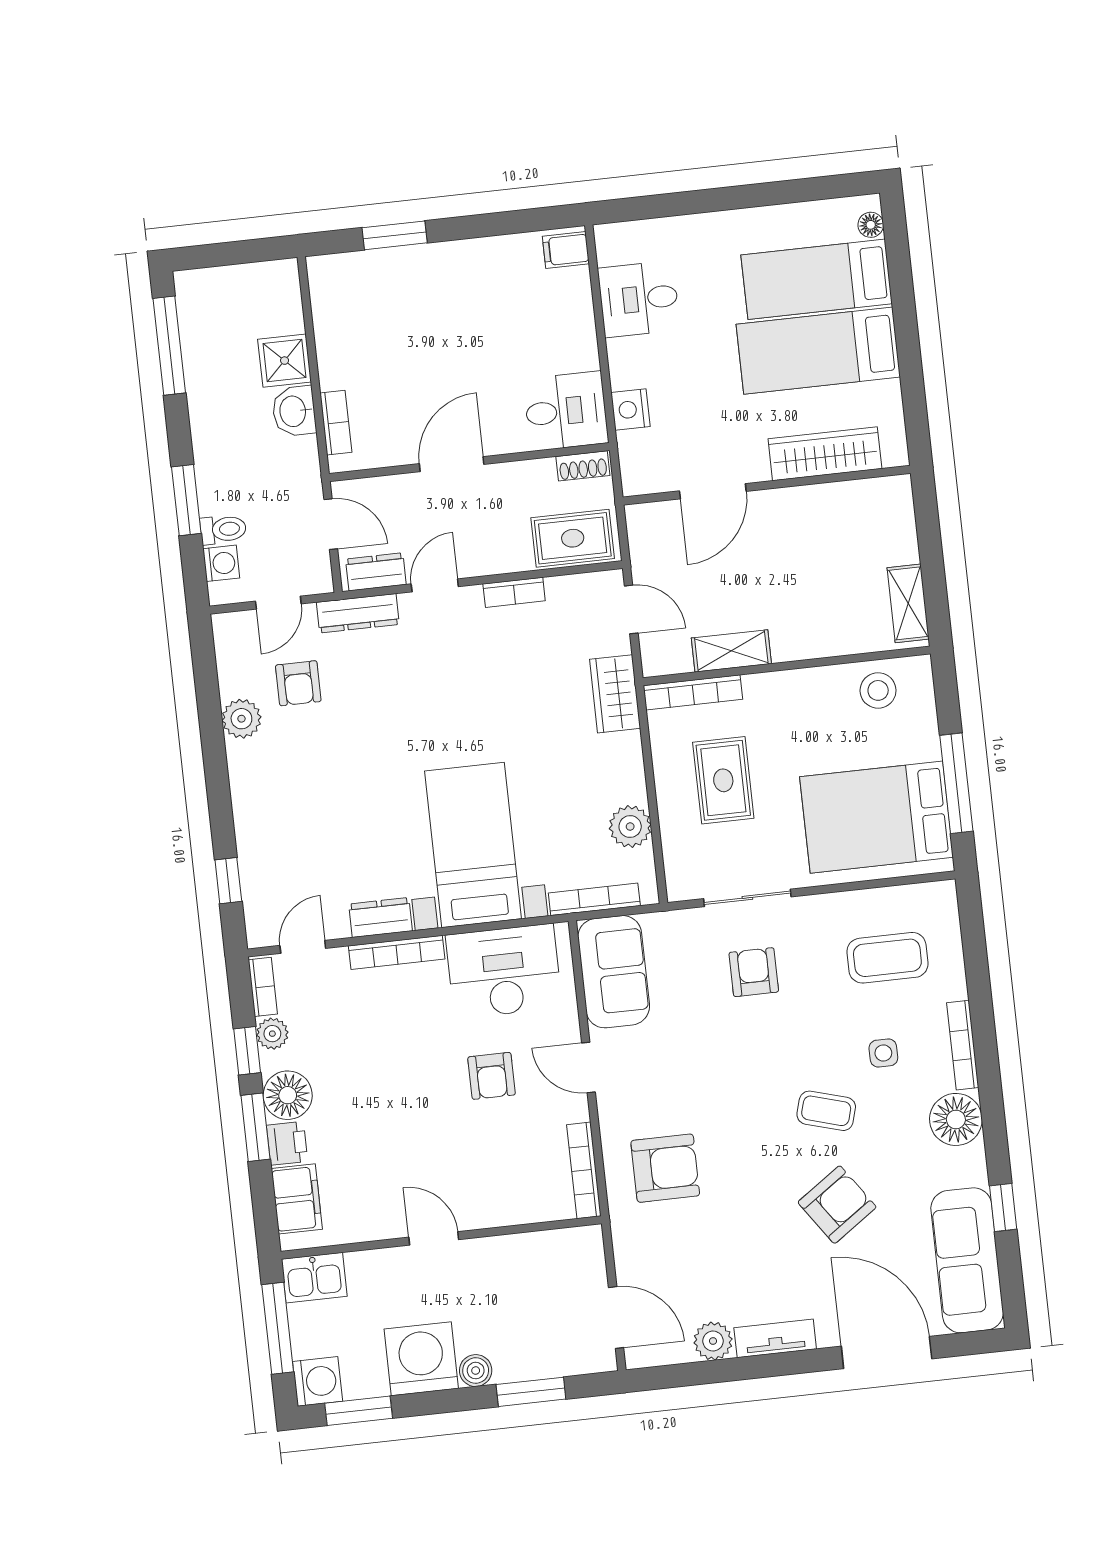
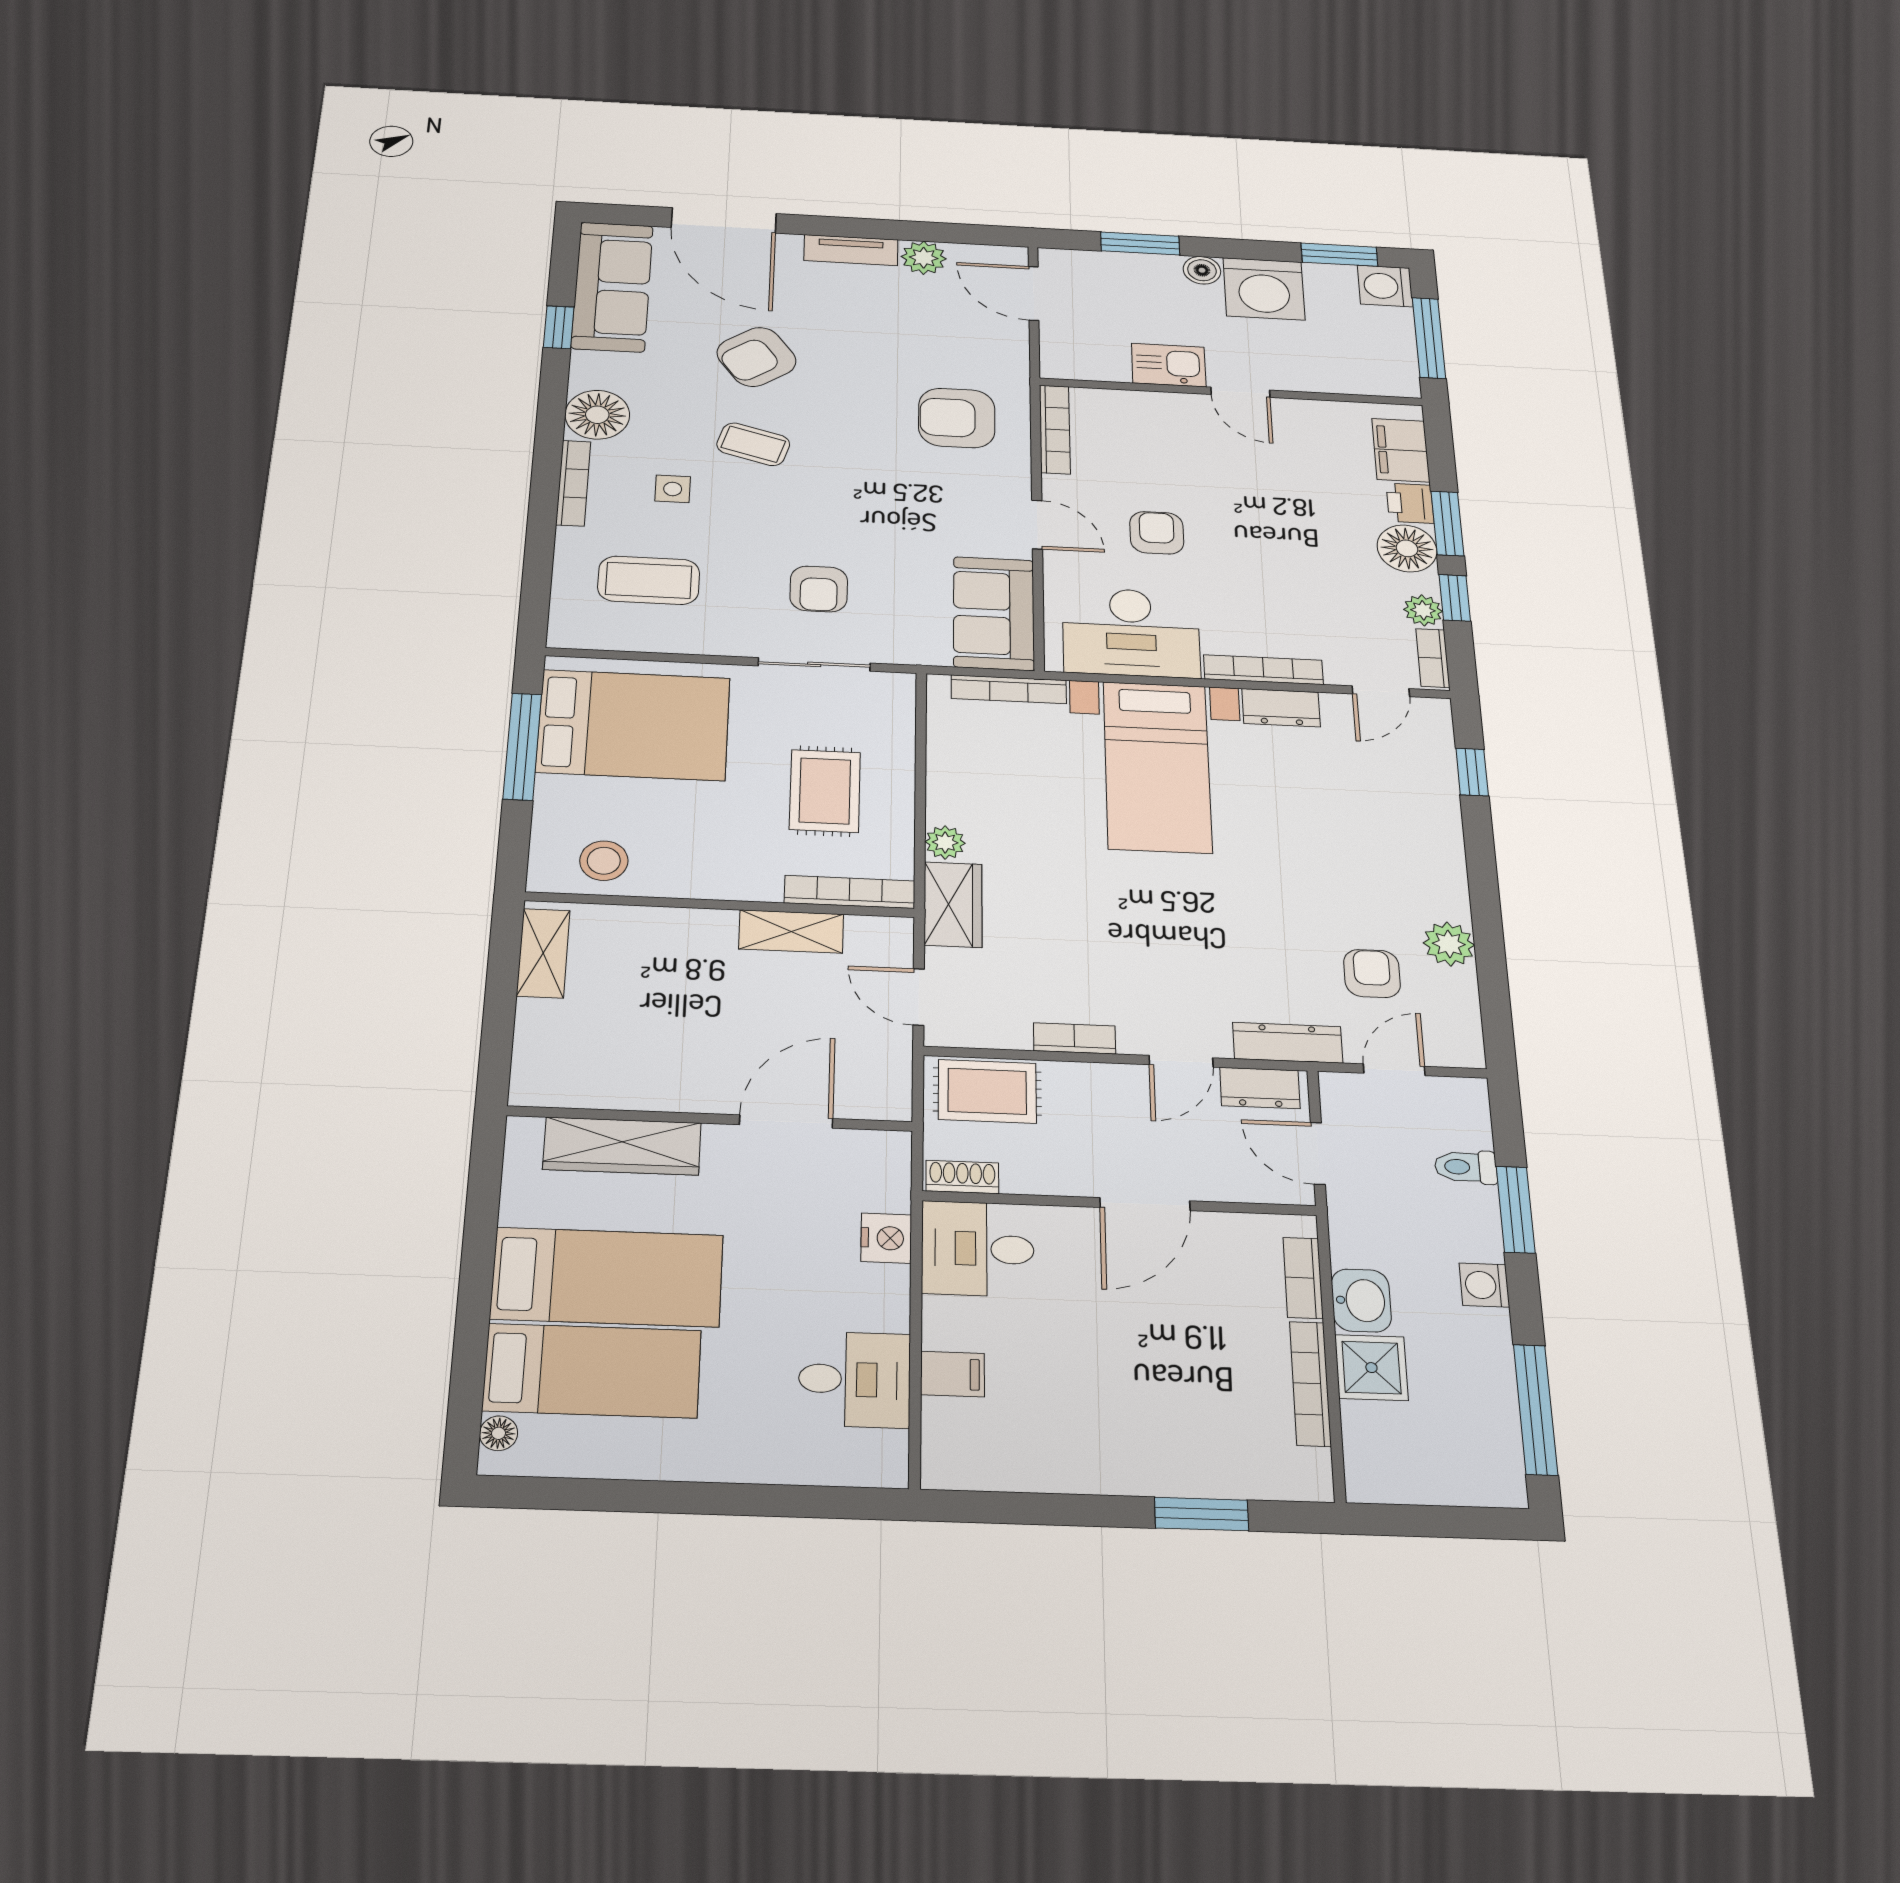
filing cabinet: (566, 250) -> (953, 1374), moved
bookcase: (326, 342) -> (1310, 1384), added
washing machine: (221, 563) -> (1484, 1285), moved
plant: (630, 827) -> (945, 842), moved, width x0.73, depth x0.73
kitchen sink: (314, 1278) -> (1169, 365), moved

